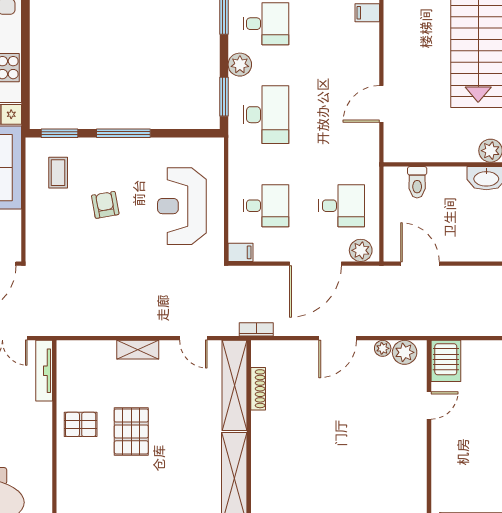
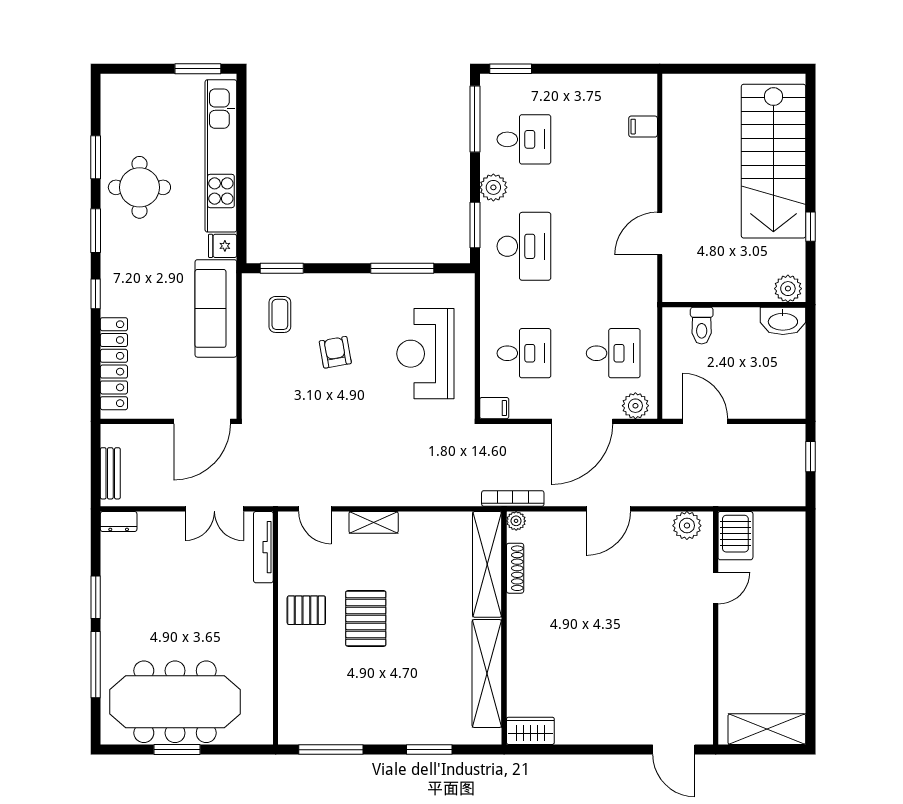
window: (123, 133) -> (402, 268), moved
bookcase: (256, 329) -> (513, 498), width x1.56
door: (193, 338) -> (315, 509), moved
plant: (383, 348) -> (516, 521), moved

